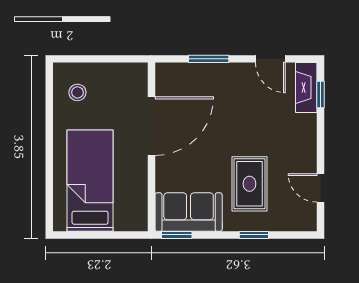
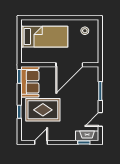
door: (152, 126) -> (69, 65), hinge flipped
rug: (249, 184) -> (43, 110), width x1.36, depth x1.43

